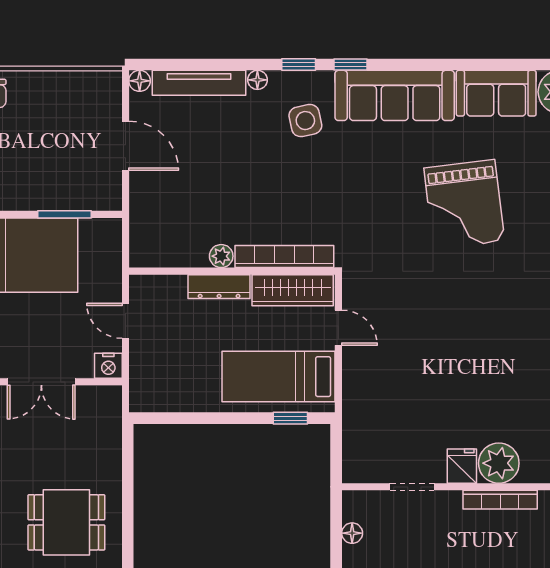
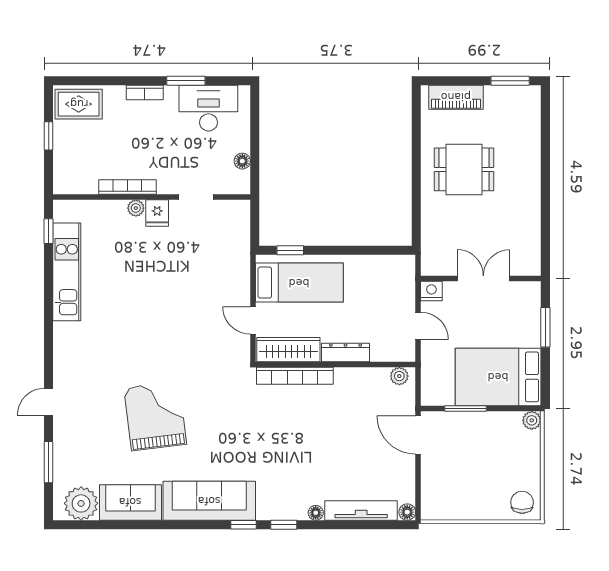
side table: (305, 121) -> (279, 481), removed
door: (126, 146) -> (418, 435), moved
plant: (221, 256) -> (399, 376), moved
plant: (499, 463) -> (136, 208), width x0.53, depth x0.53

